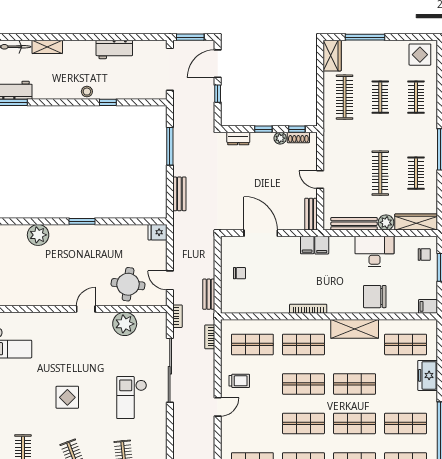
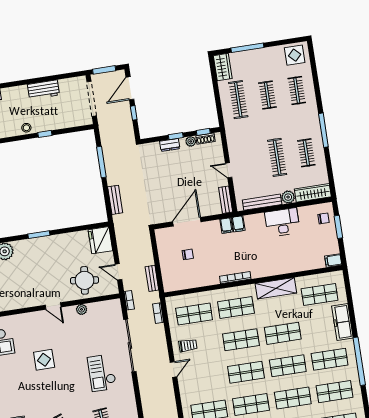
dresser: (238, 139) -> (170, 145), moved
fridge: (158, 232) -> (100, 240), width x1.88, depth x1.34
door: (261, 233) -> (187, 222), hinge flipped
chair: (239, 273) -> (188, 254), moved
chair: (375, 297) -> (288, 259), removed
door: (86, 309) -> (53, 306), swing flipped
plant: (125, 324) -> (82, 309), width x0.53, depth x0.53
freezer: (428, 375) -> (342, 322), width x1.40
display table: (67, 397) -> (44, 360), moved

